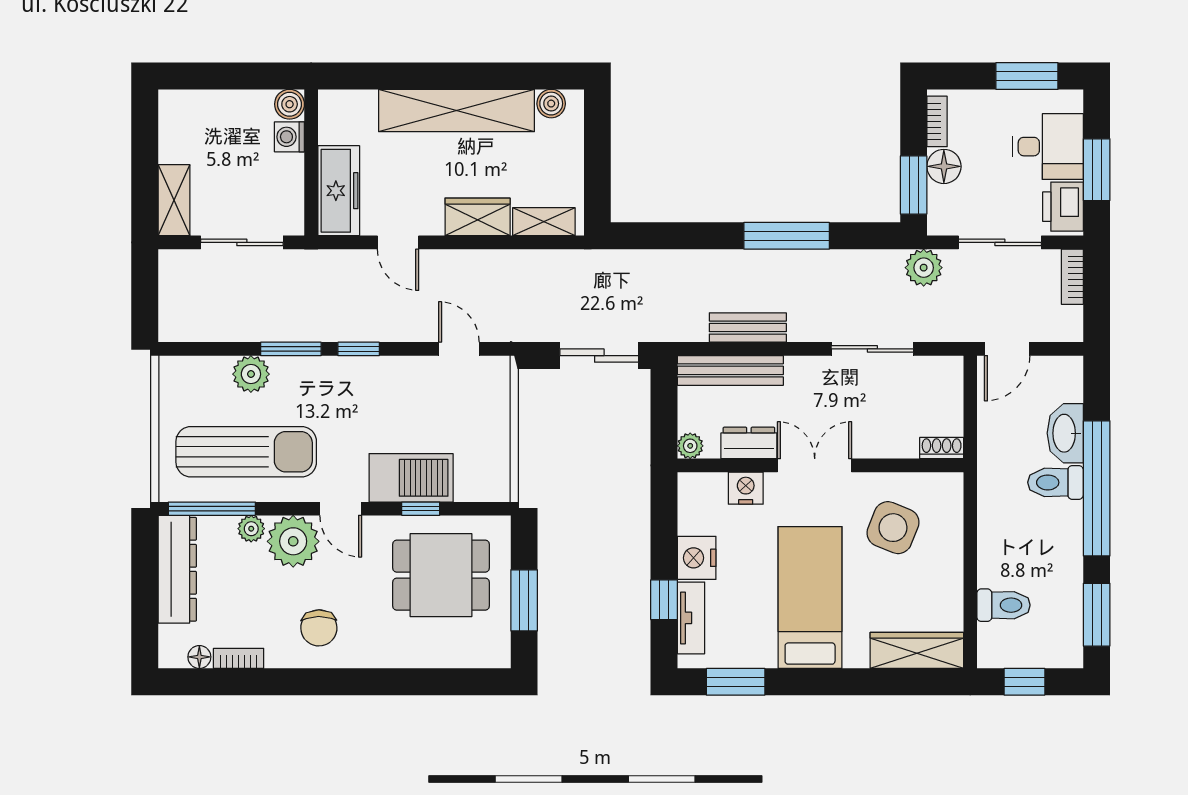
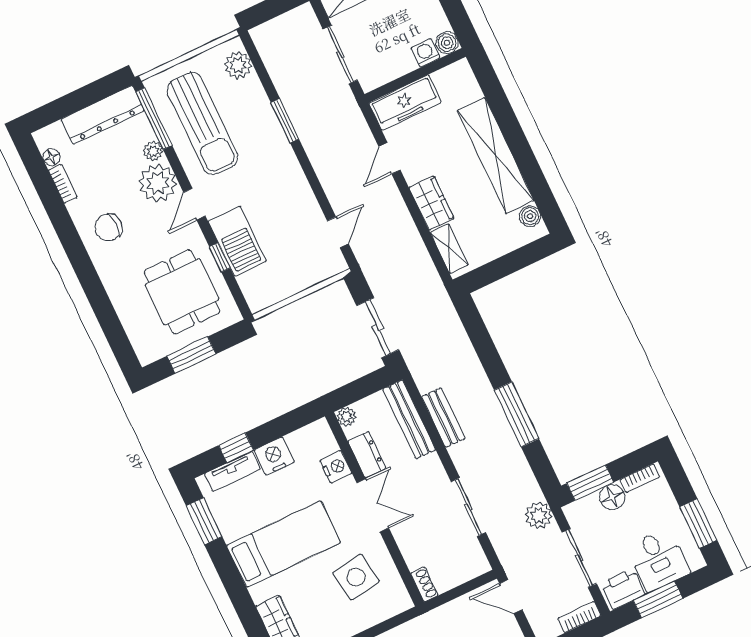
window: (359, 349) -> (306, 166), removed
plant: (251, 374) -> (238, 65), moved
side table: (893, 528) -> (356, 577), turned -31

